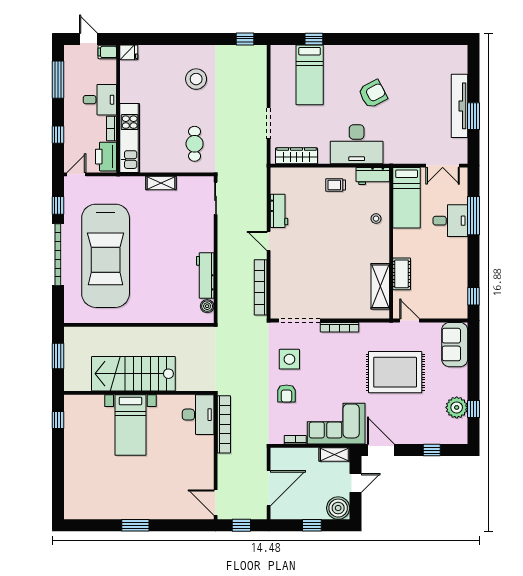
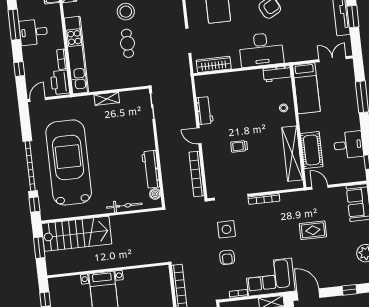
desk: (100, 100) -> (33, 32), moved, turned 180
kitchen unit: (130, 138) -> (76, 55), width x1.36
cafe table: (195, 144) -> (127, 43), moved
double door: (443, 166) -> (333, 59), swing flipped
trolley: (336, 185) -> (239, 146), moved
window: (58, 205) -> (34, 205), moved
desk: (450, 221) -> (348, 145), moved
car: (106, 256) -> (69, 162), turned 180
cot: (402, 274) -> (312, 150), width x1.37, depth x1.34
shelving: (380, 286) -> (292, 154), width x1.47
bicycle: (168, 316) -> (124, 206), added
rug: (395, 372) -> (313, 230), width x0.54, depth x0.49
stairs: (133, 374) -> (77, 234), moved, turned 180
desk: (198, 415) -> (158, 282), removed

